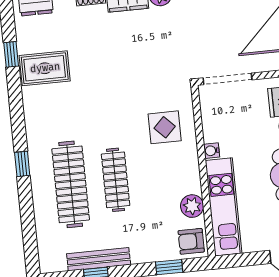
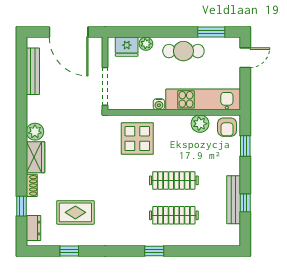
rug: (45, 68) -> (75, 212), moved, turned 90
display table: (165, 127) -> (137, 139), width x1.36, depth x1.36
clothes rail: (71, 184) -> (174, 215), width x0.73, depth x0.76

